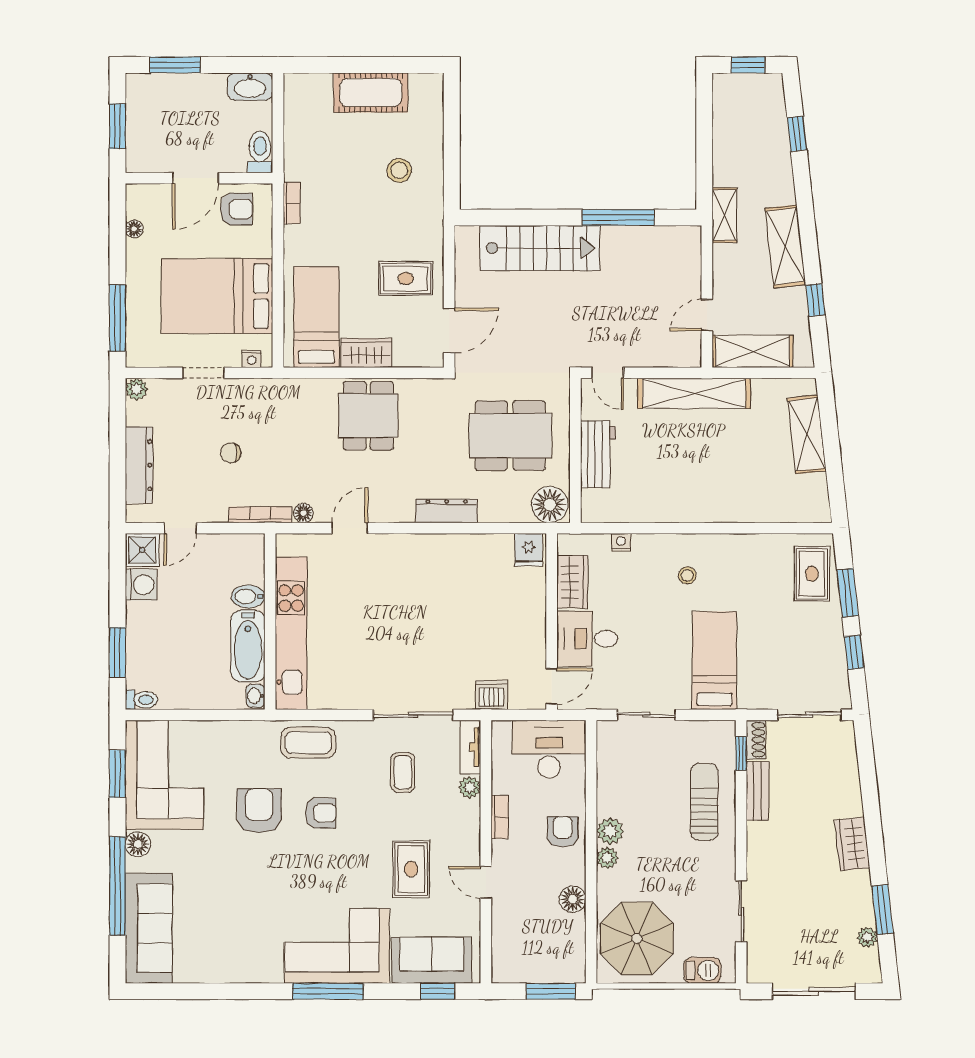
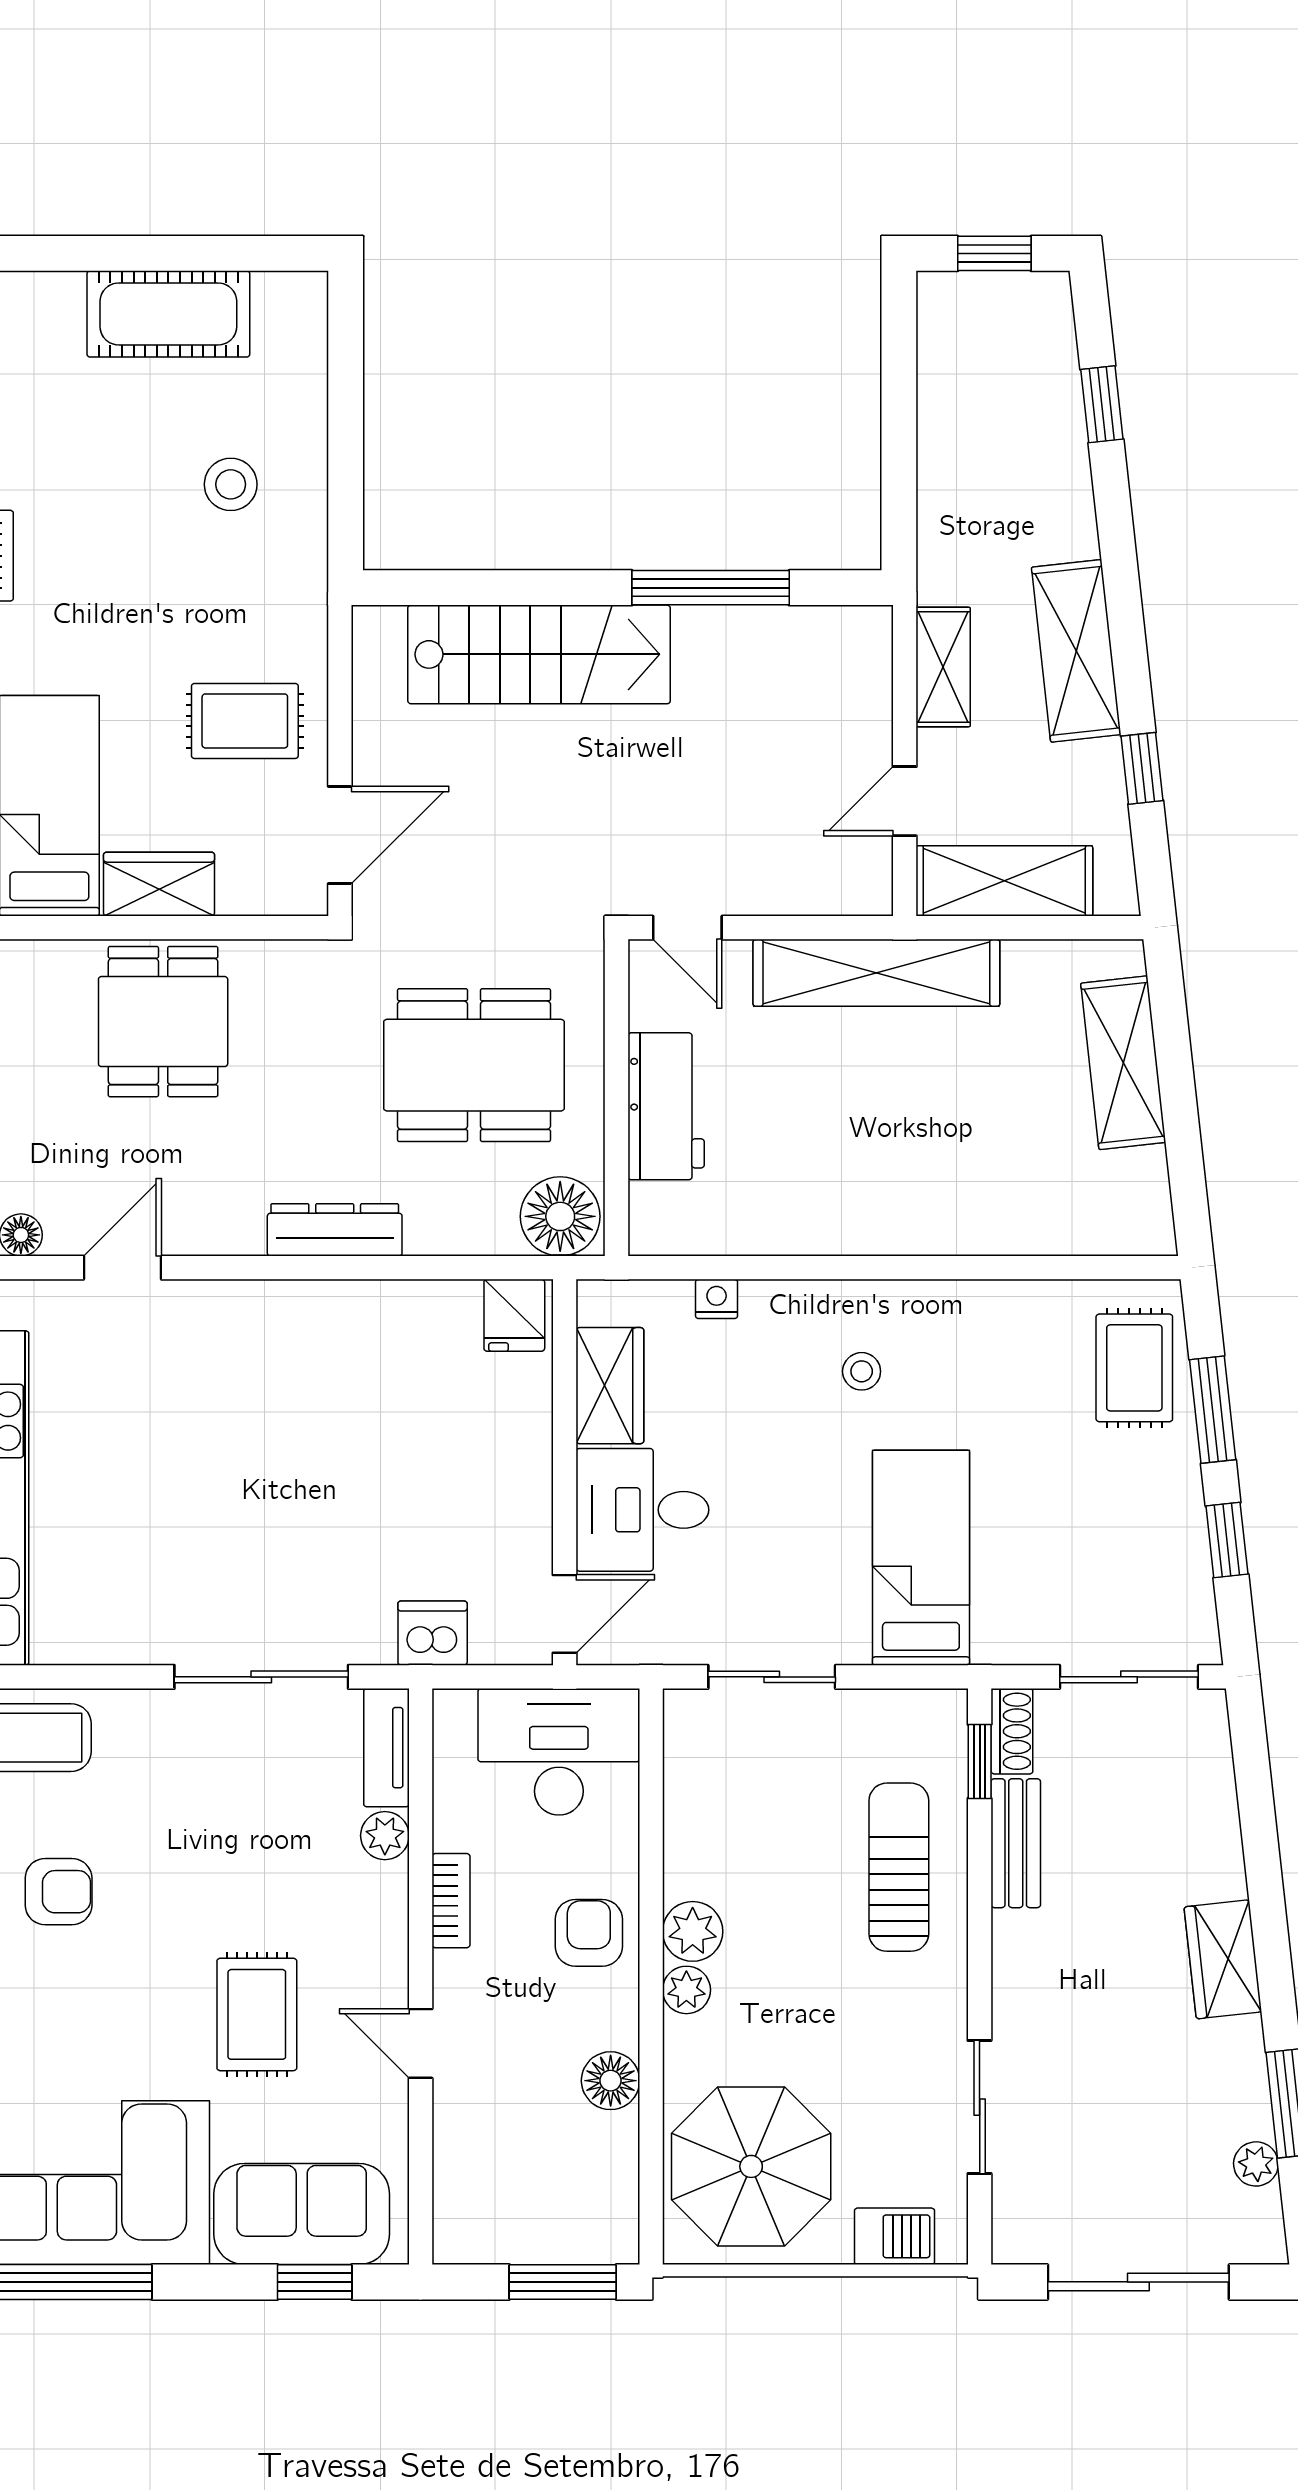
shelving: (725, 215) -> (943, 667), moved
coffee table: (403, 772) -> (239, 1803), removed

